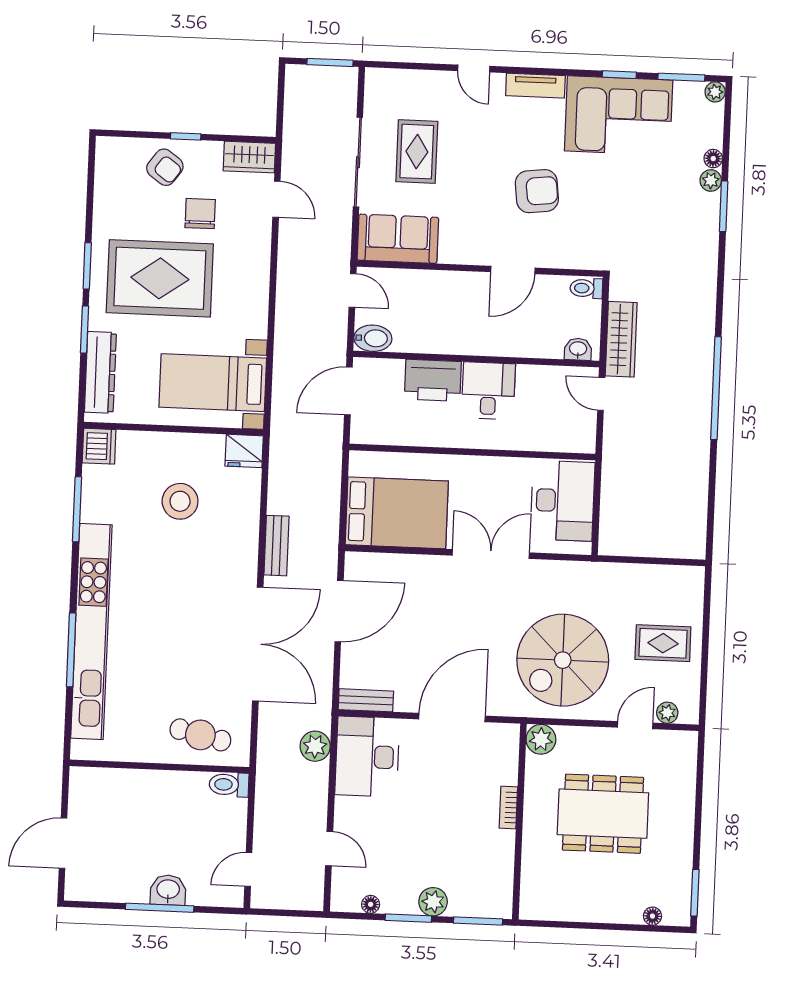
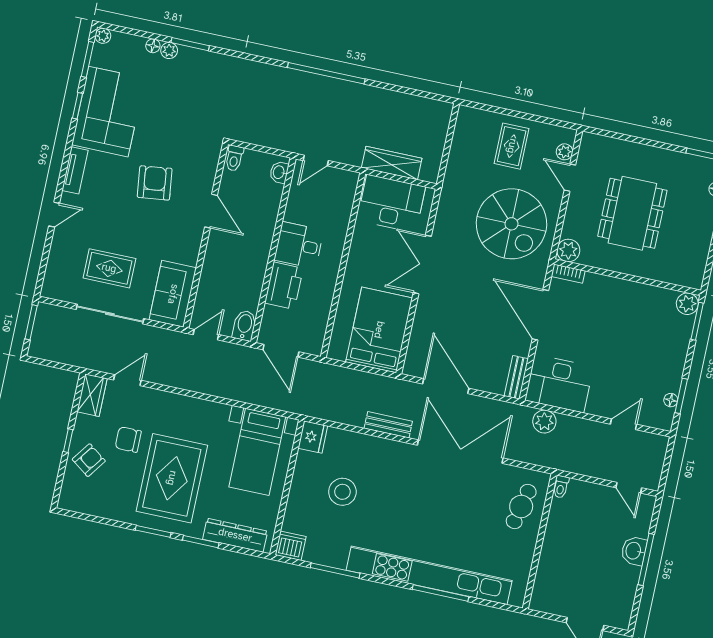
wardrobe: (621, 339) -> (392, 163), moved
toilet: (229, 785) -> (561, 487), width x0.73, depth x0.72
bookcase: (508, 807) -> (568, 274), moved
plant: (433, 902) -> (687, 304), moved
window: (408, 918) -> (681, 396), moved

